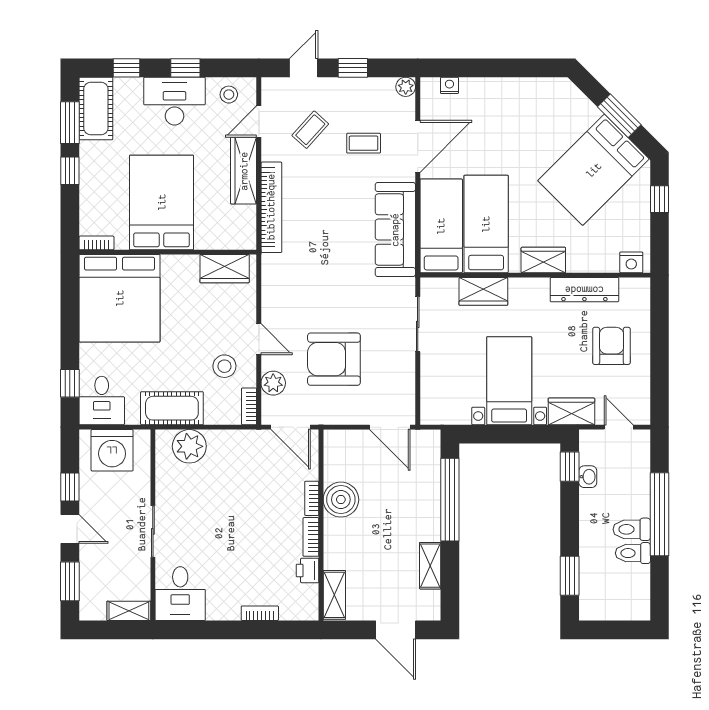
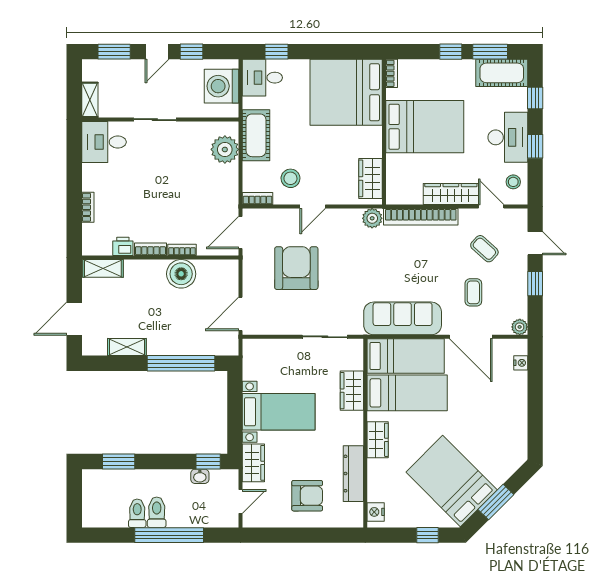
plant: (273, 383) -> (372, 218), moved

